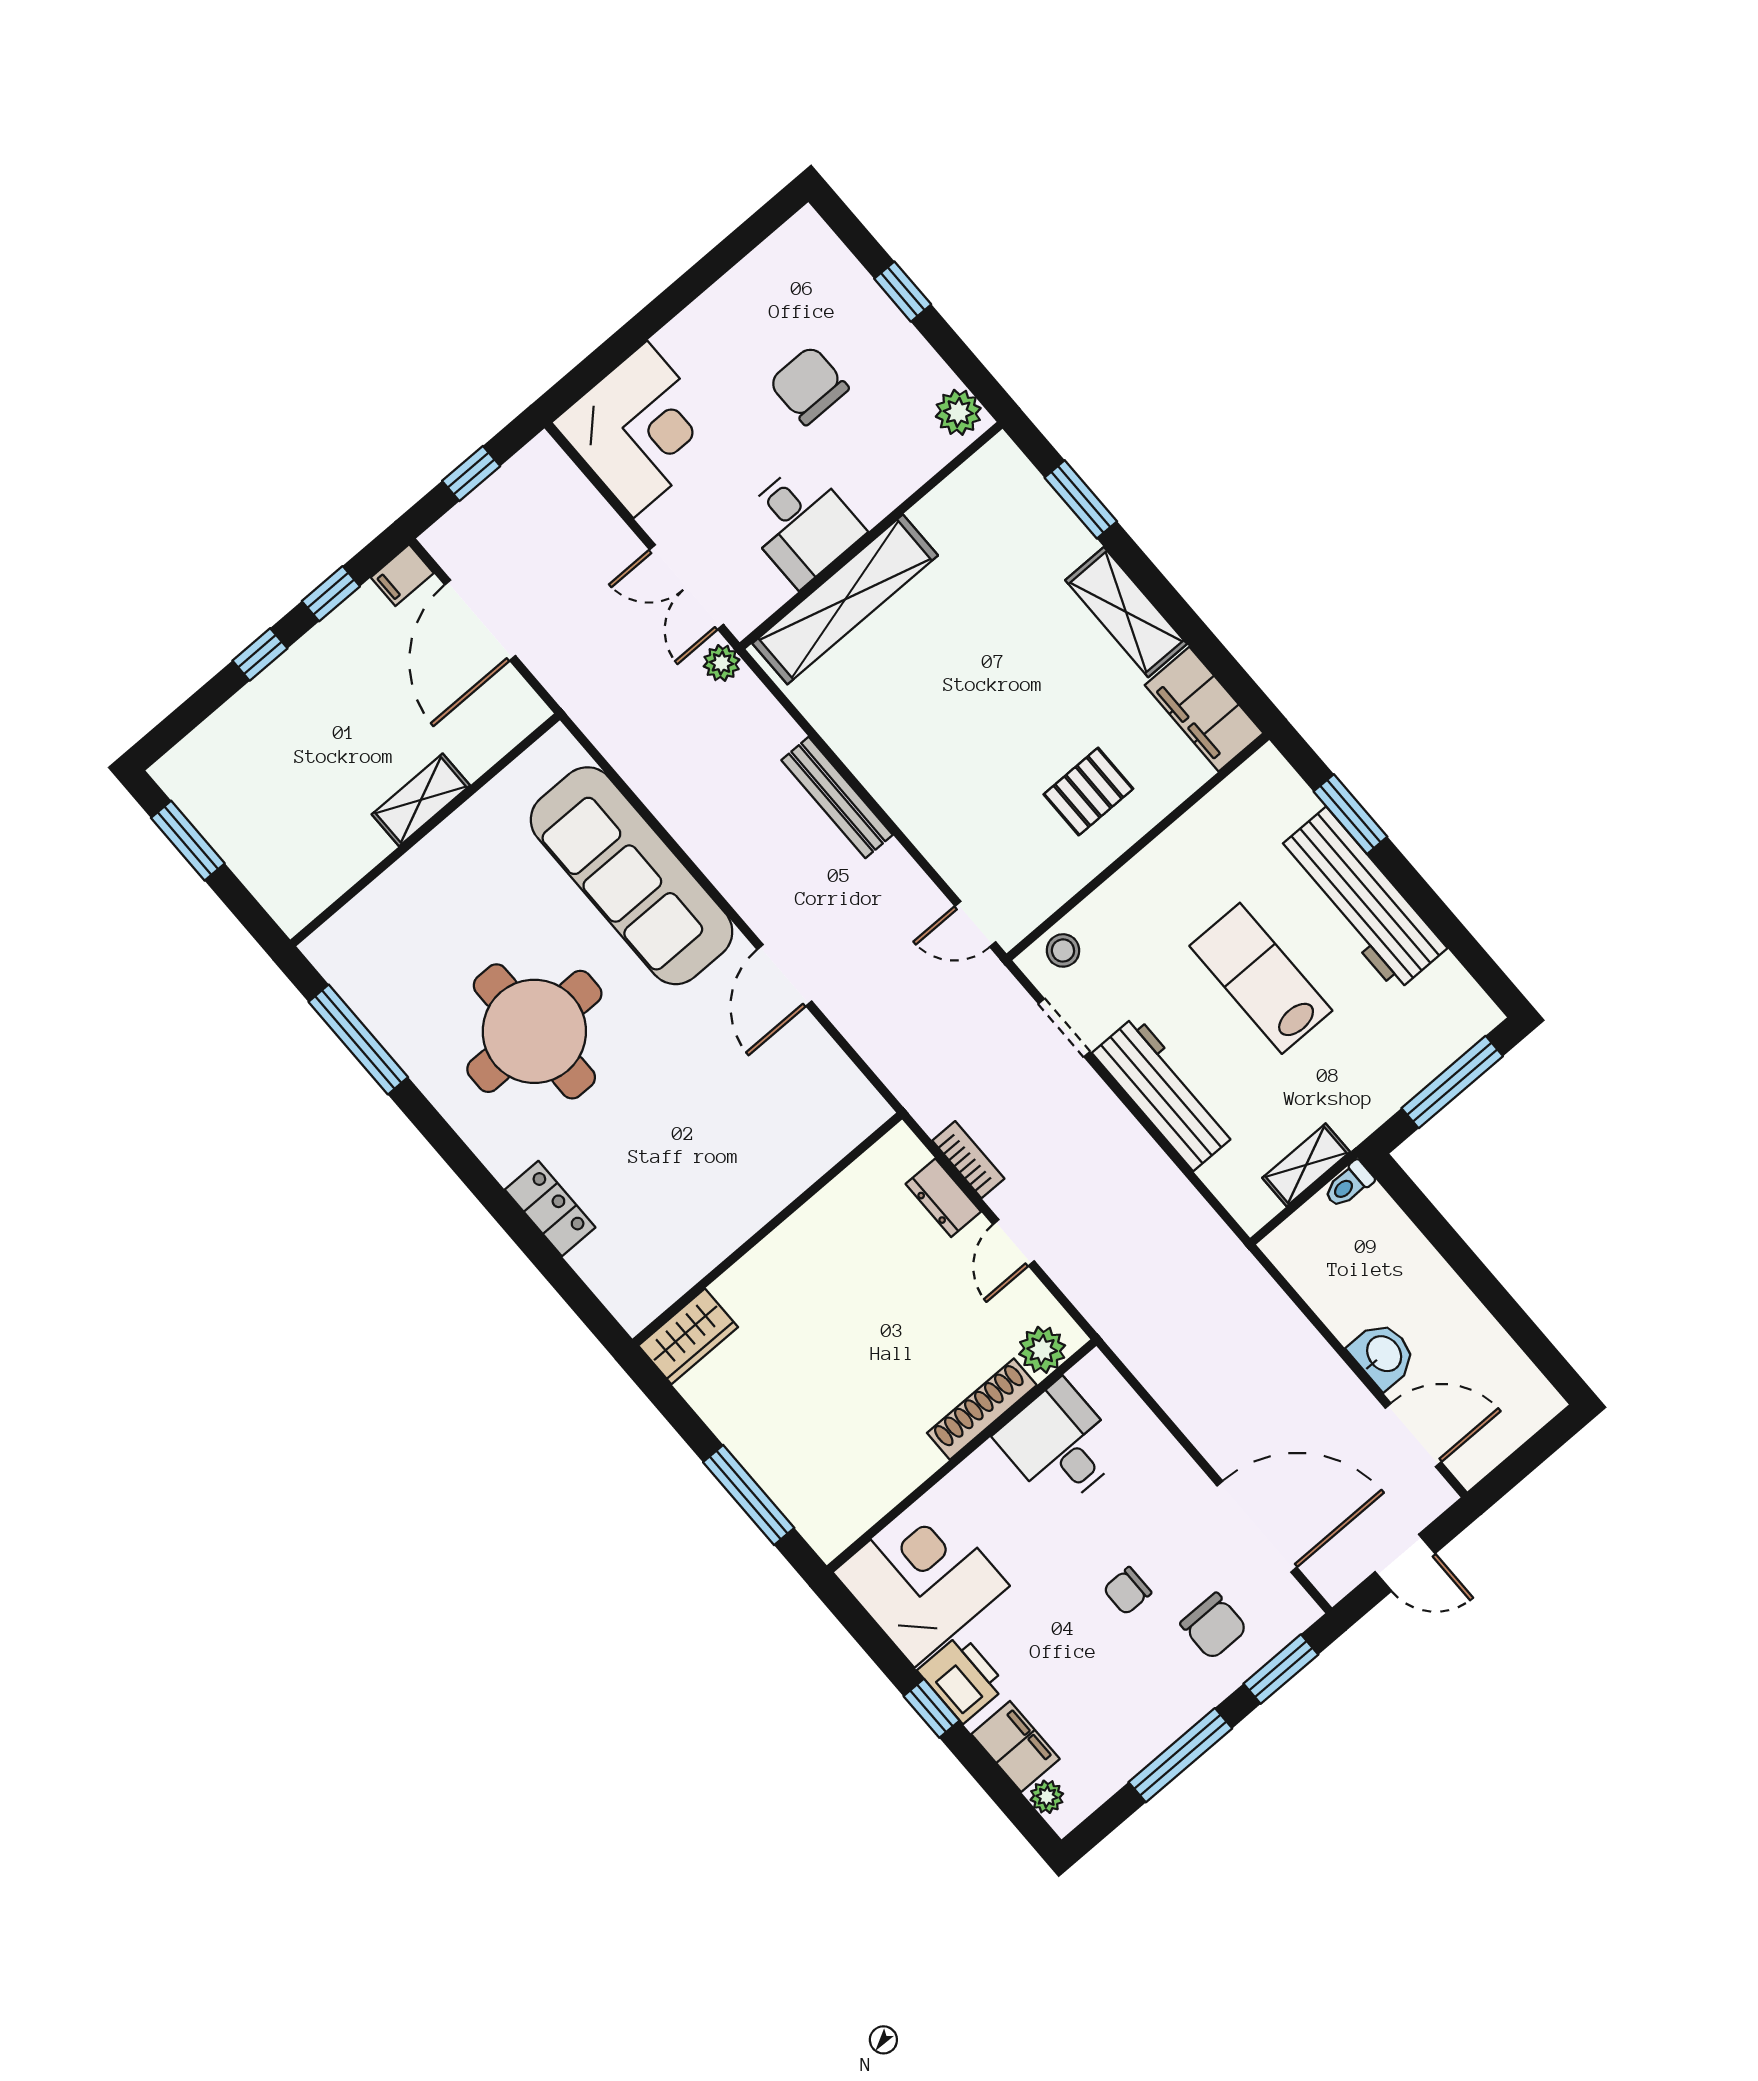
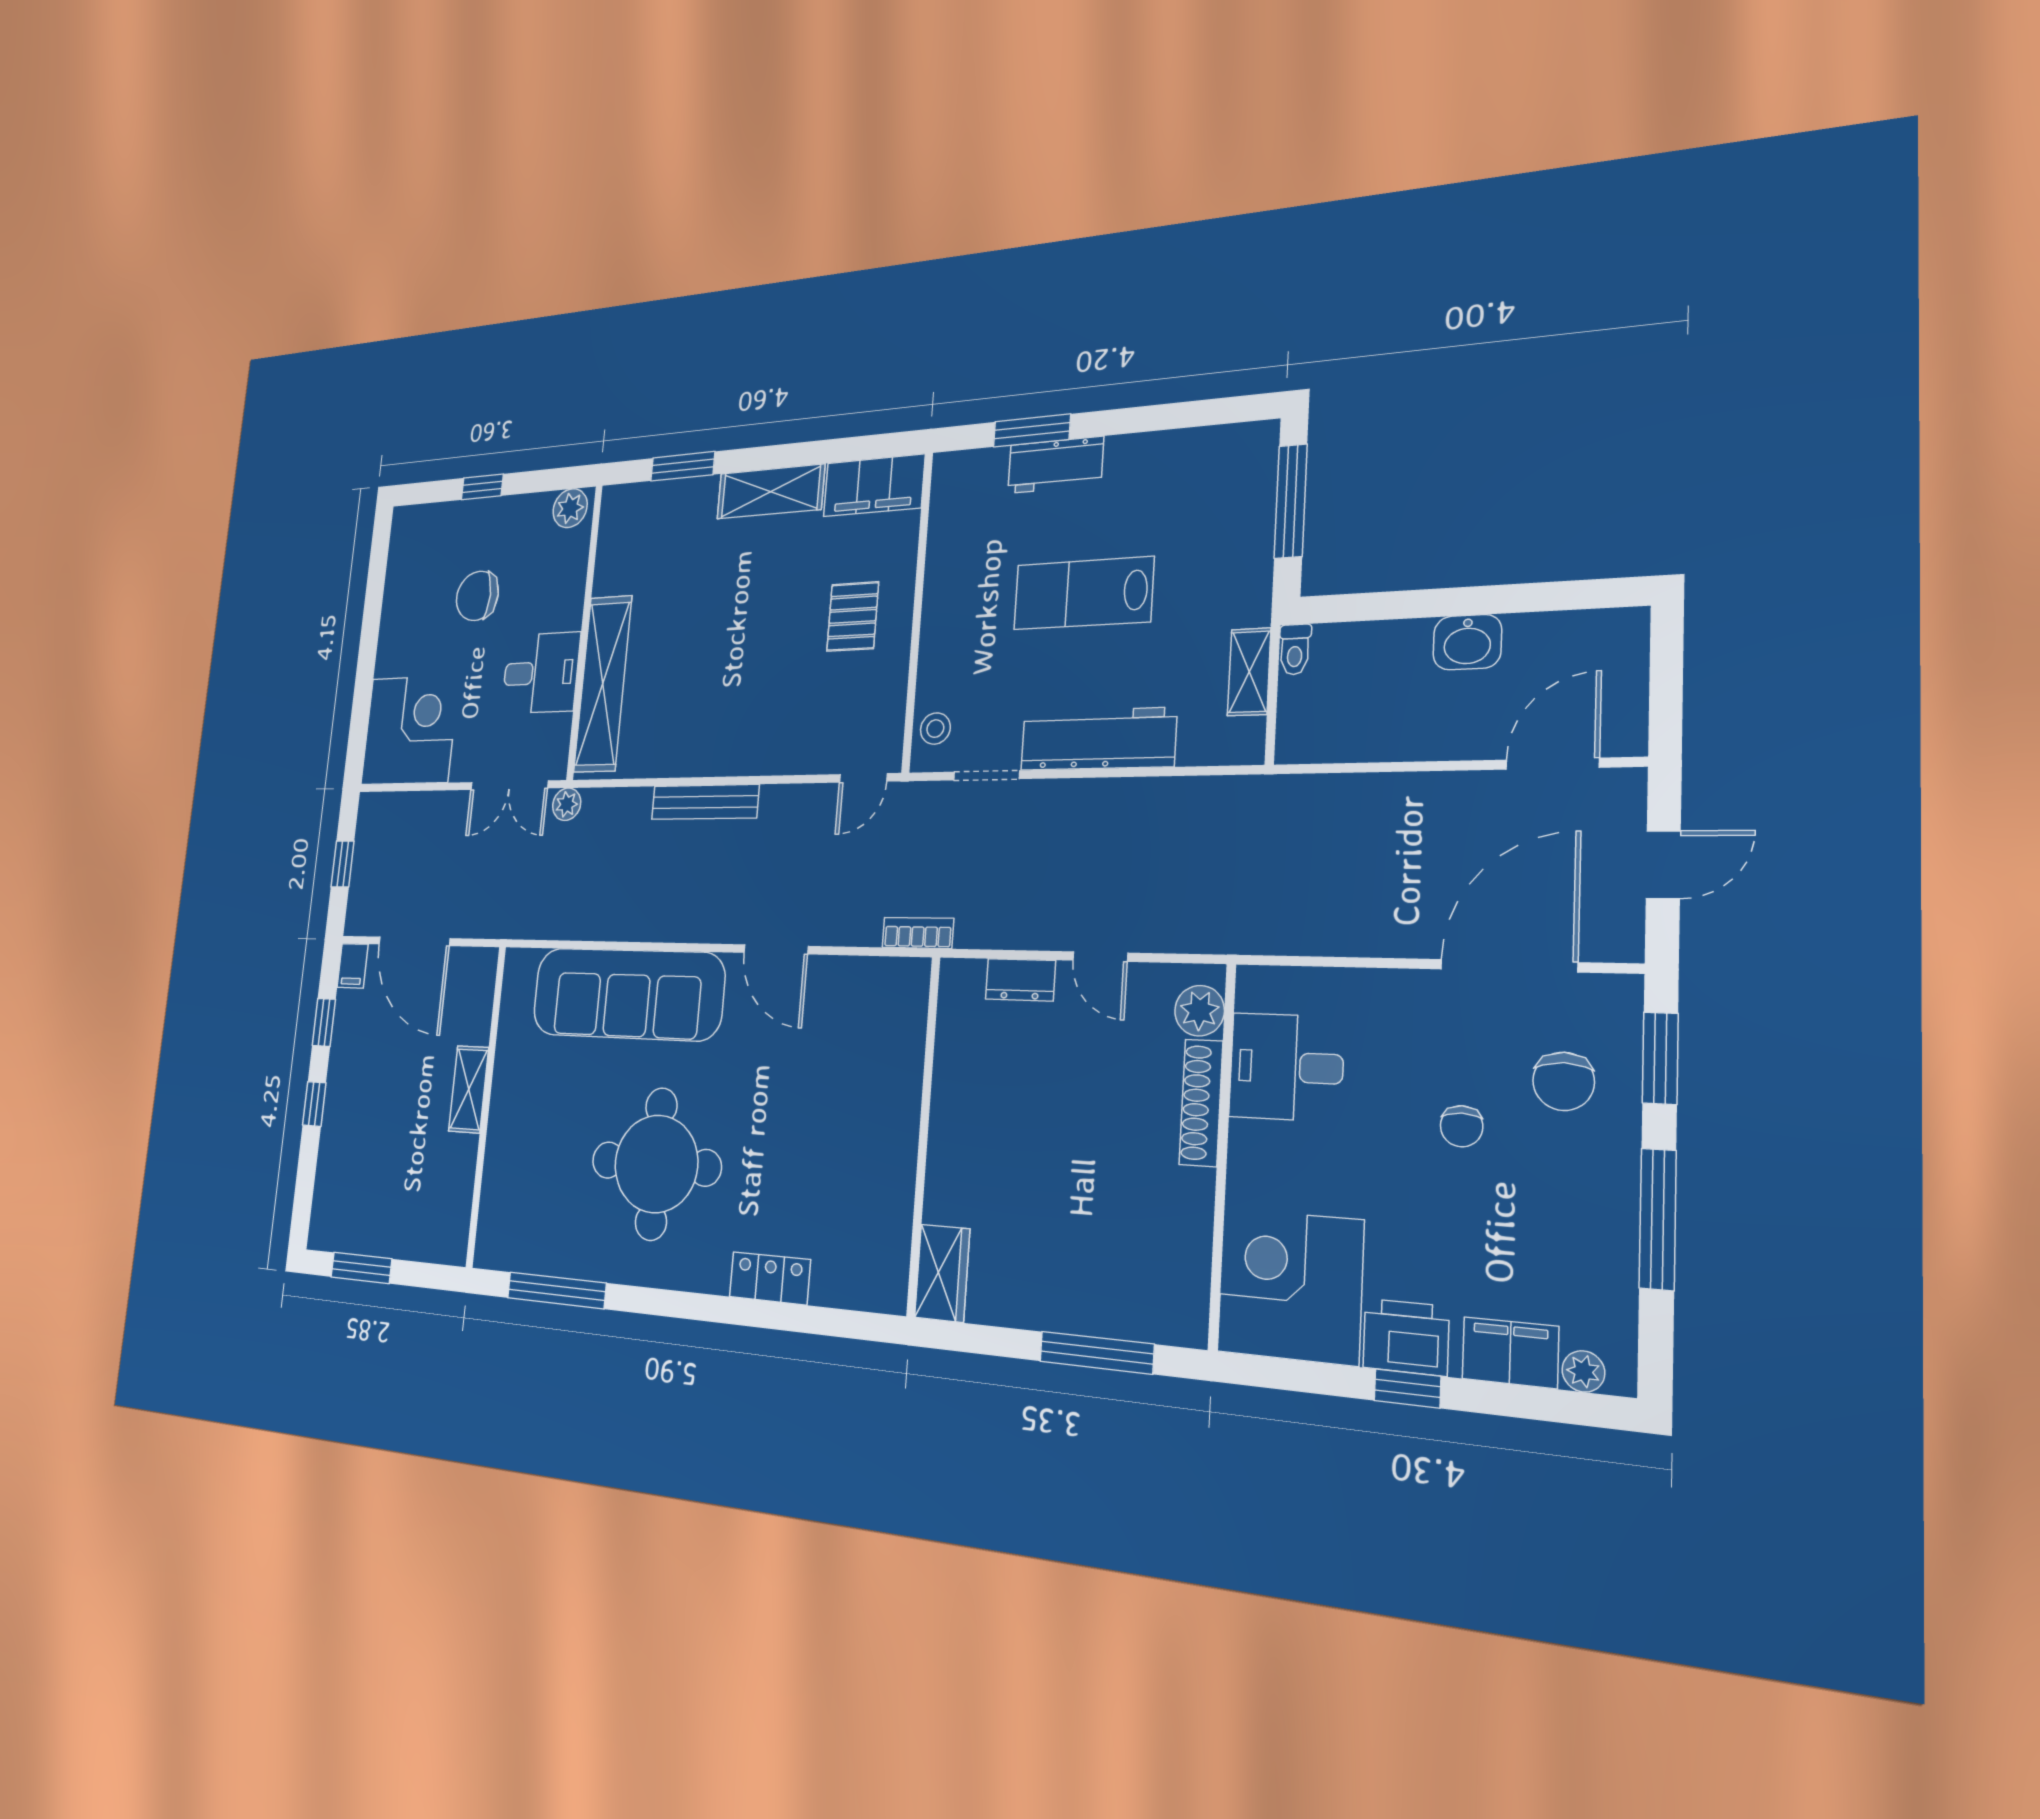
workbench: (1361, 899) -> (1055, 465), width x0.53, depth x0.76
bookcase: (968, 1160) -> (918, 933), moved
washbasin: (1383, 1355) -> (1467, 642), moved, turned 180
chair: (1214, 1626) -> (1564, 1081), turned 90

